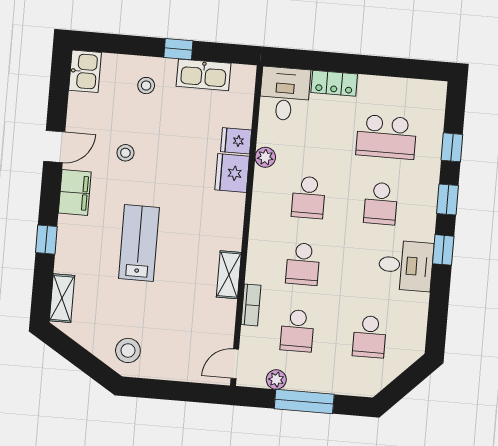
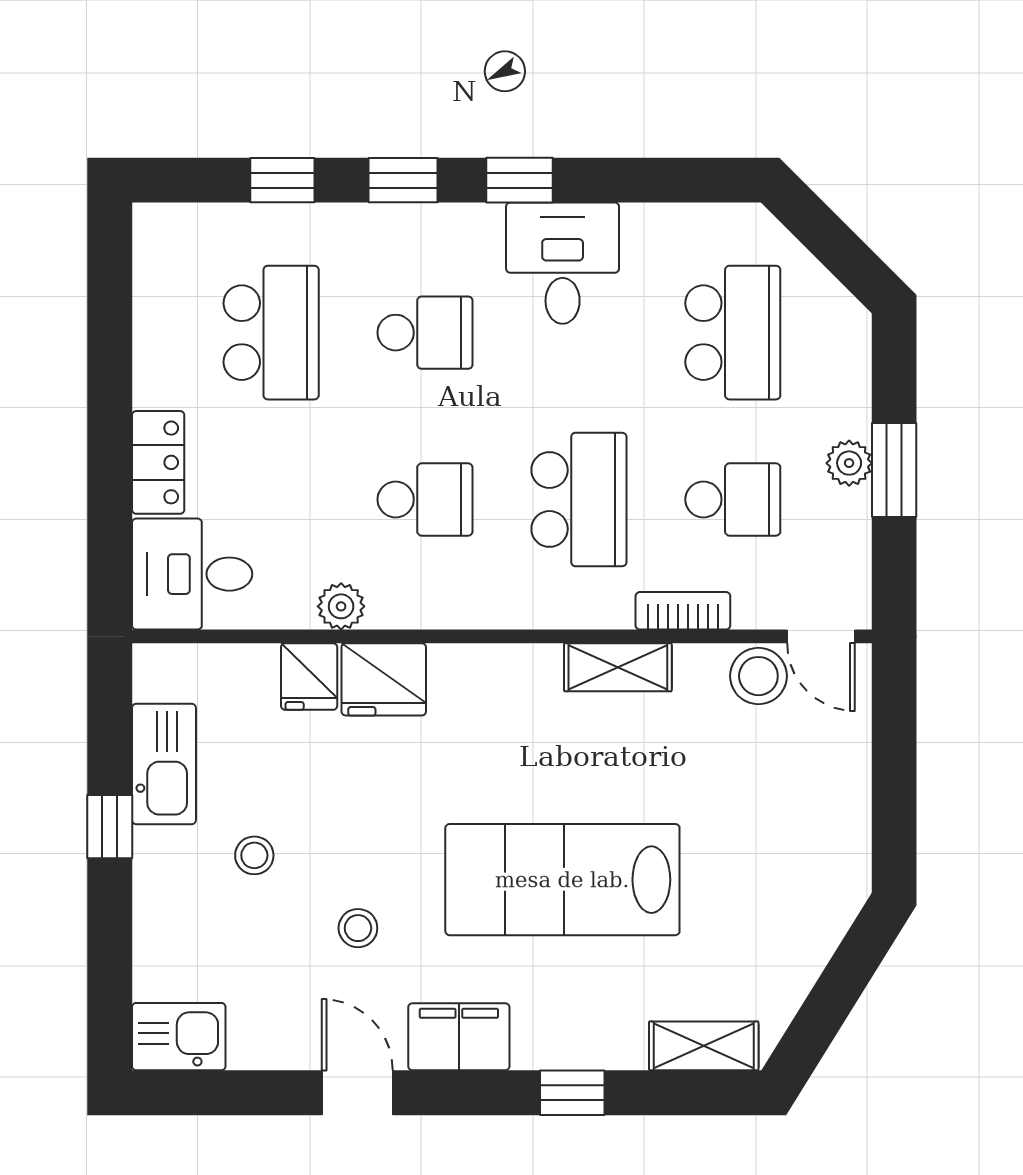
stool: (146, 86) -> (254, 855), moved
lab bench: (139, 243) -> (562, 880), width x1.36, depth x1.39
school desk: (303, 264) -> (579, 499), width x1.85
school desk: (370, 337) -> (733, 333), width x1.85
stool: (128, 350) -> (758, 676), moved
plant: (276, 379) -> (849, 463), moved
window: (304, 401) -> (894, 470), width x0.69

